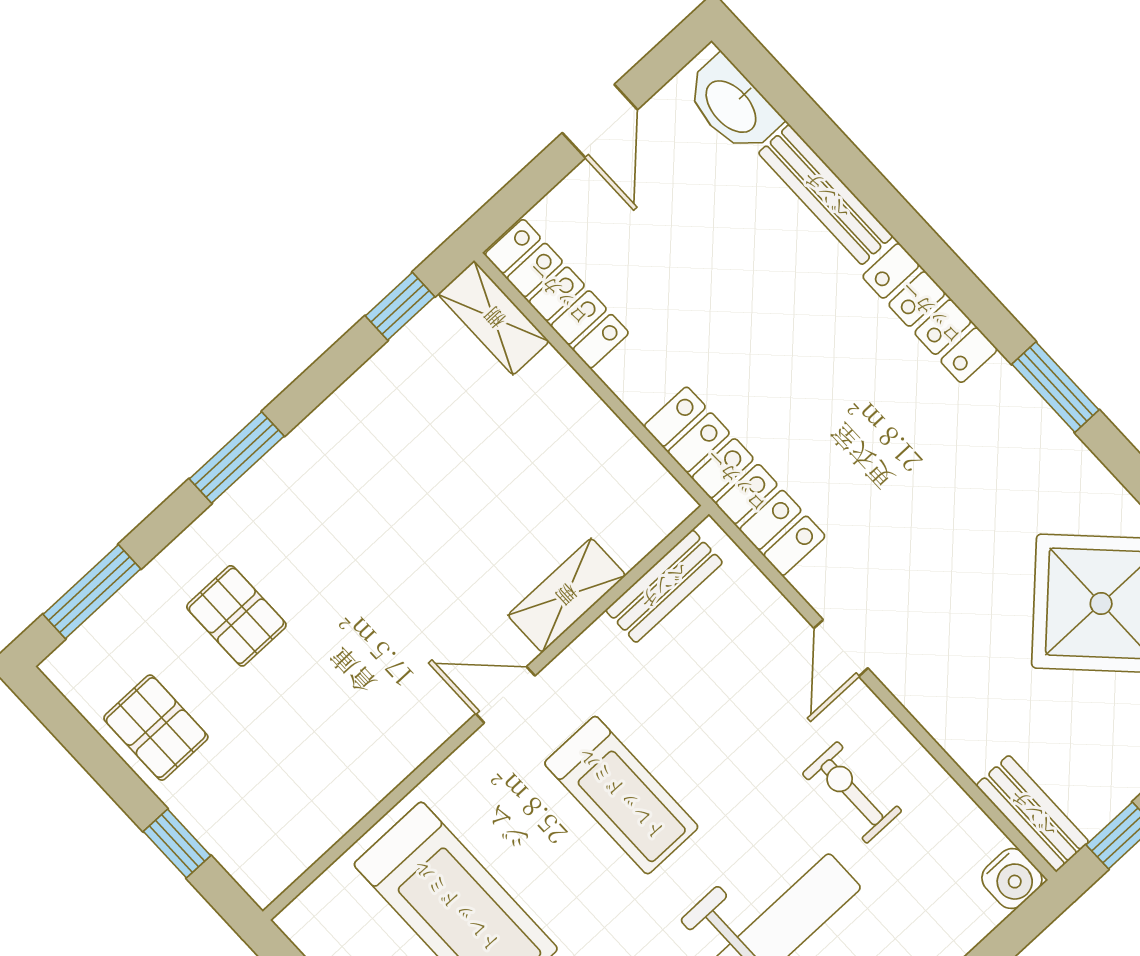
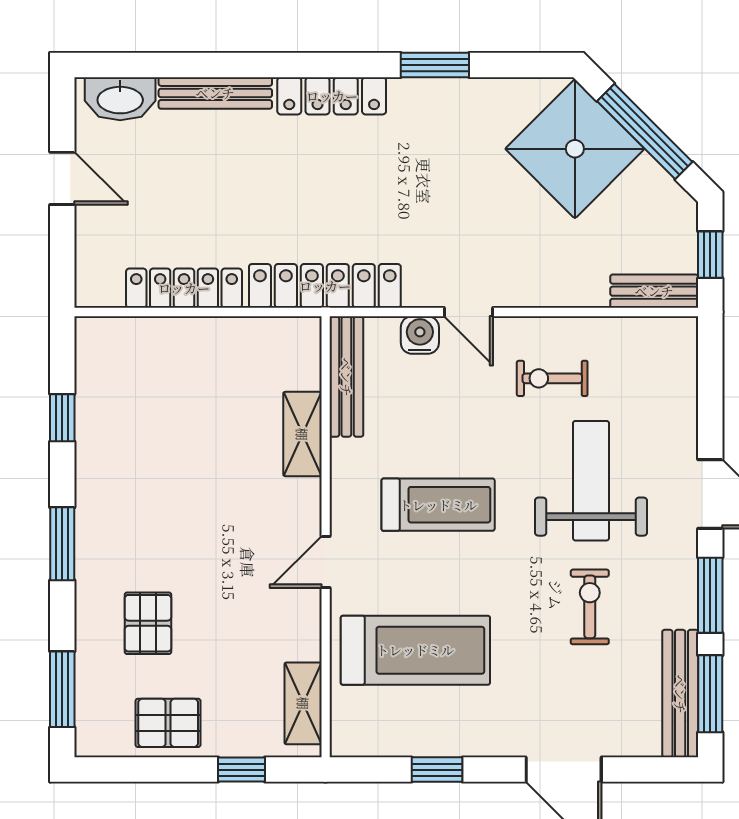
locker: (557, 294) -> (184, 288), moved
window: (400, 306) -> (62, 418), moved
shelving: (494, 318) -> (303, 703), moved, turned 90
bench: (664, 586) -> (346, 377), width x1.36
pallet: (236, 616) -> (148, 623), turned 90
door: (505, 695) -> (326, 562), moved
water cooler: (1012, 879) -> (420, 335), moved, turned -90

